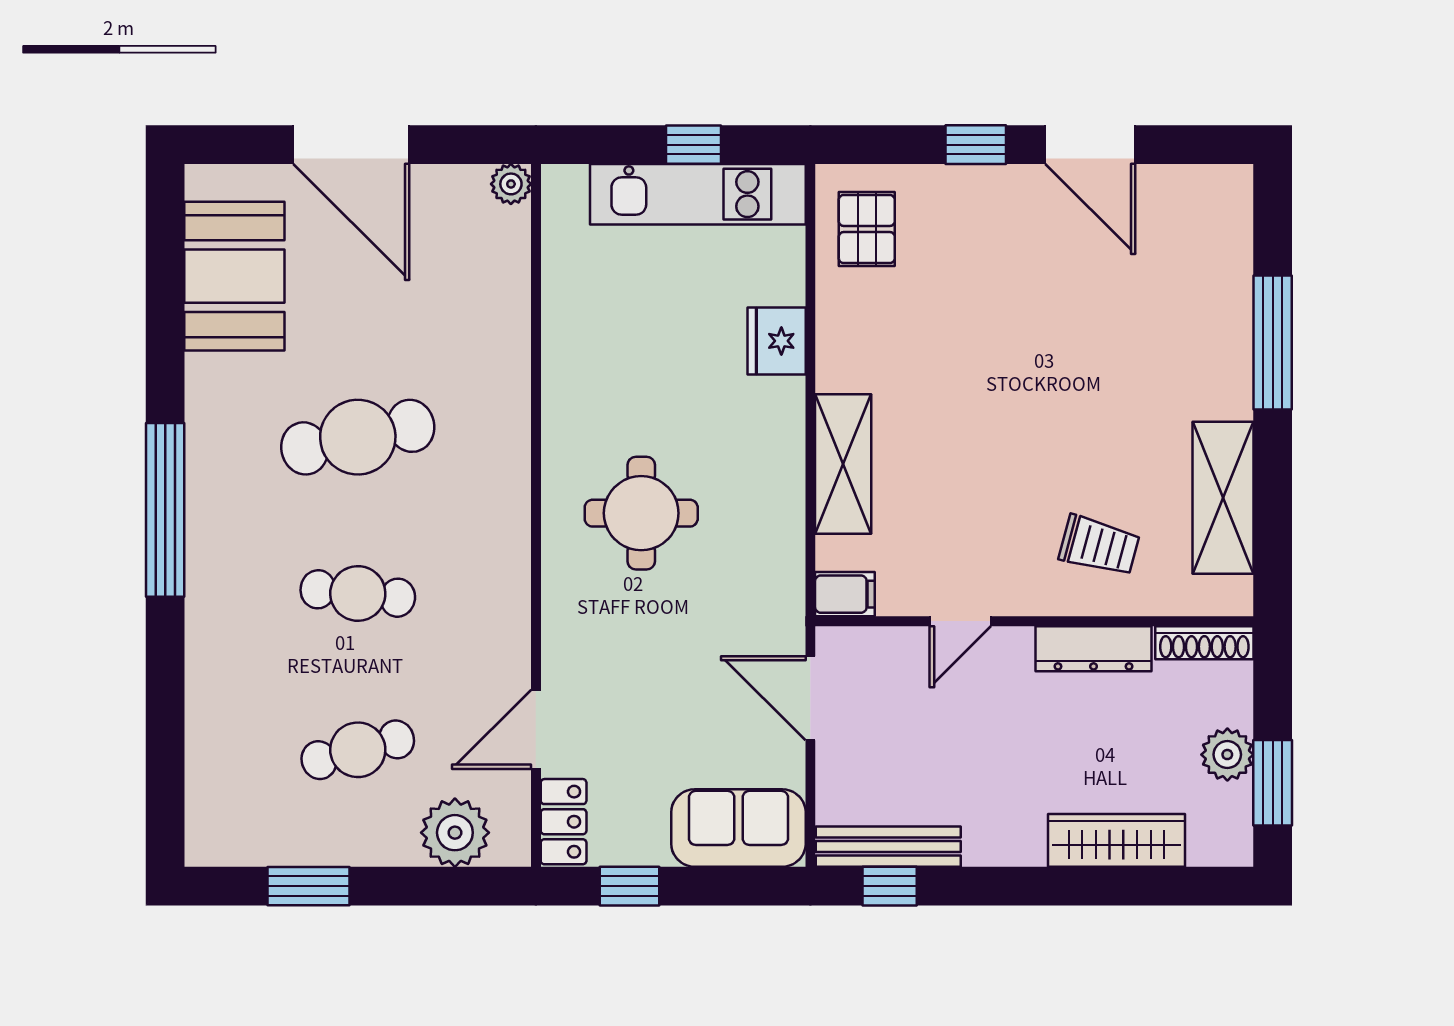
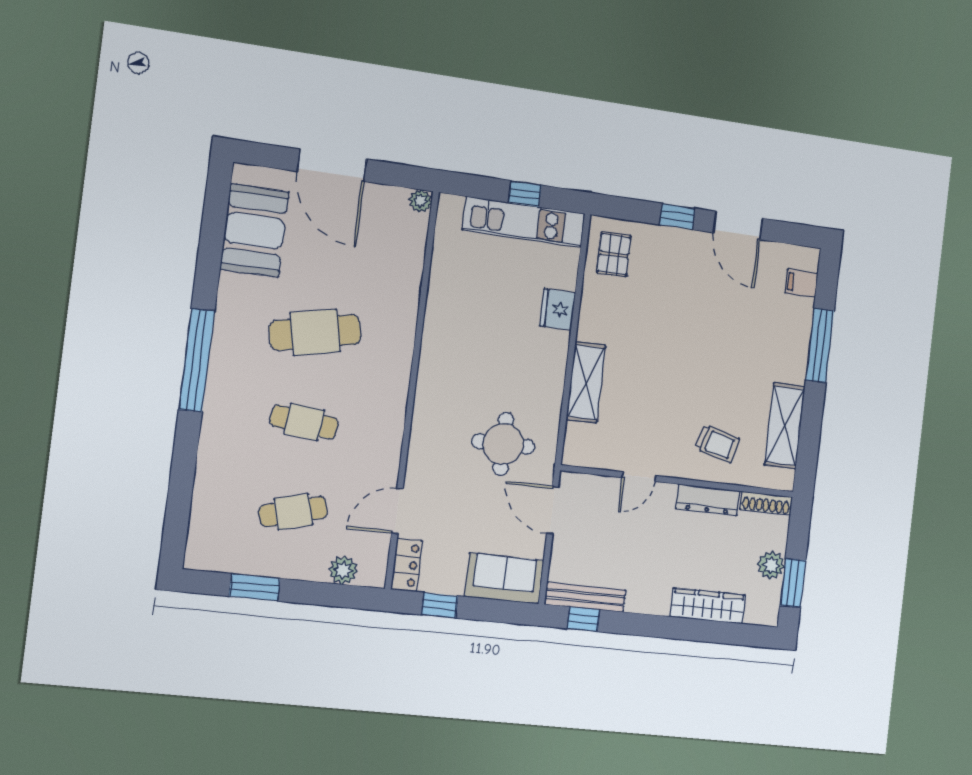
round table: (641, 513) -> (503, 444), moved
filing cabinet: (845, 594) -> (801, 283), moved, turned 180
plant: (455, 833) -> (343, 570), width x0.73, depth x0.73

